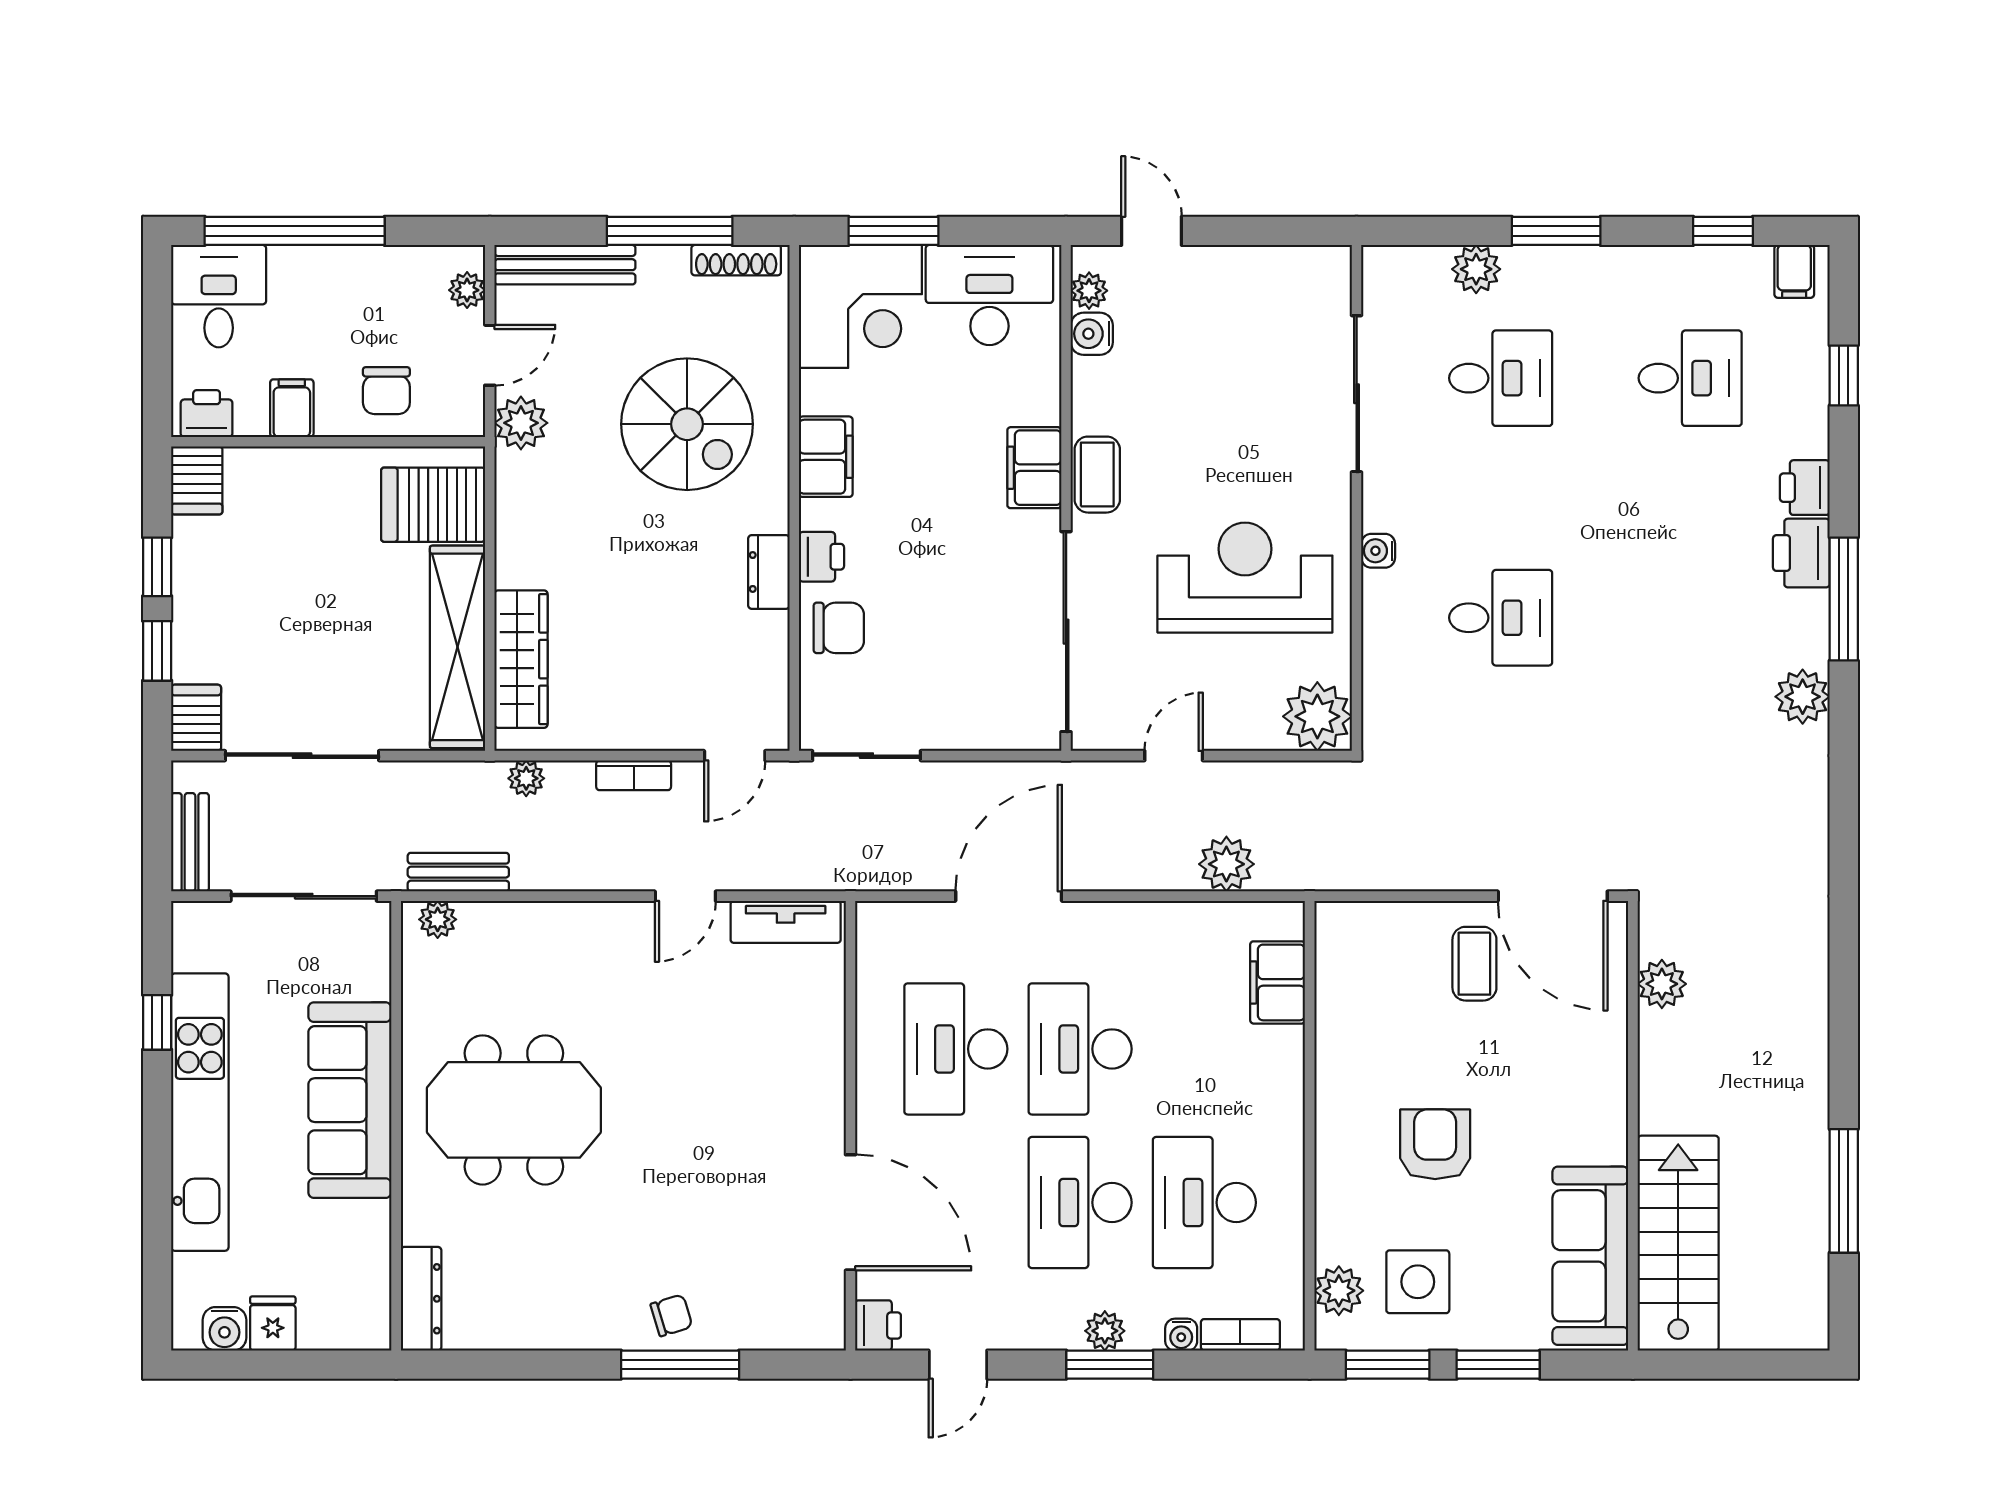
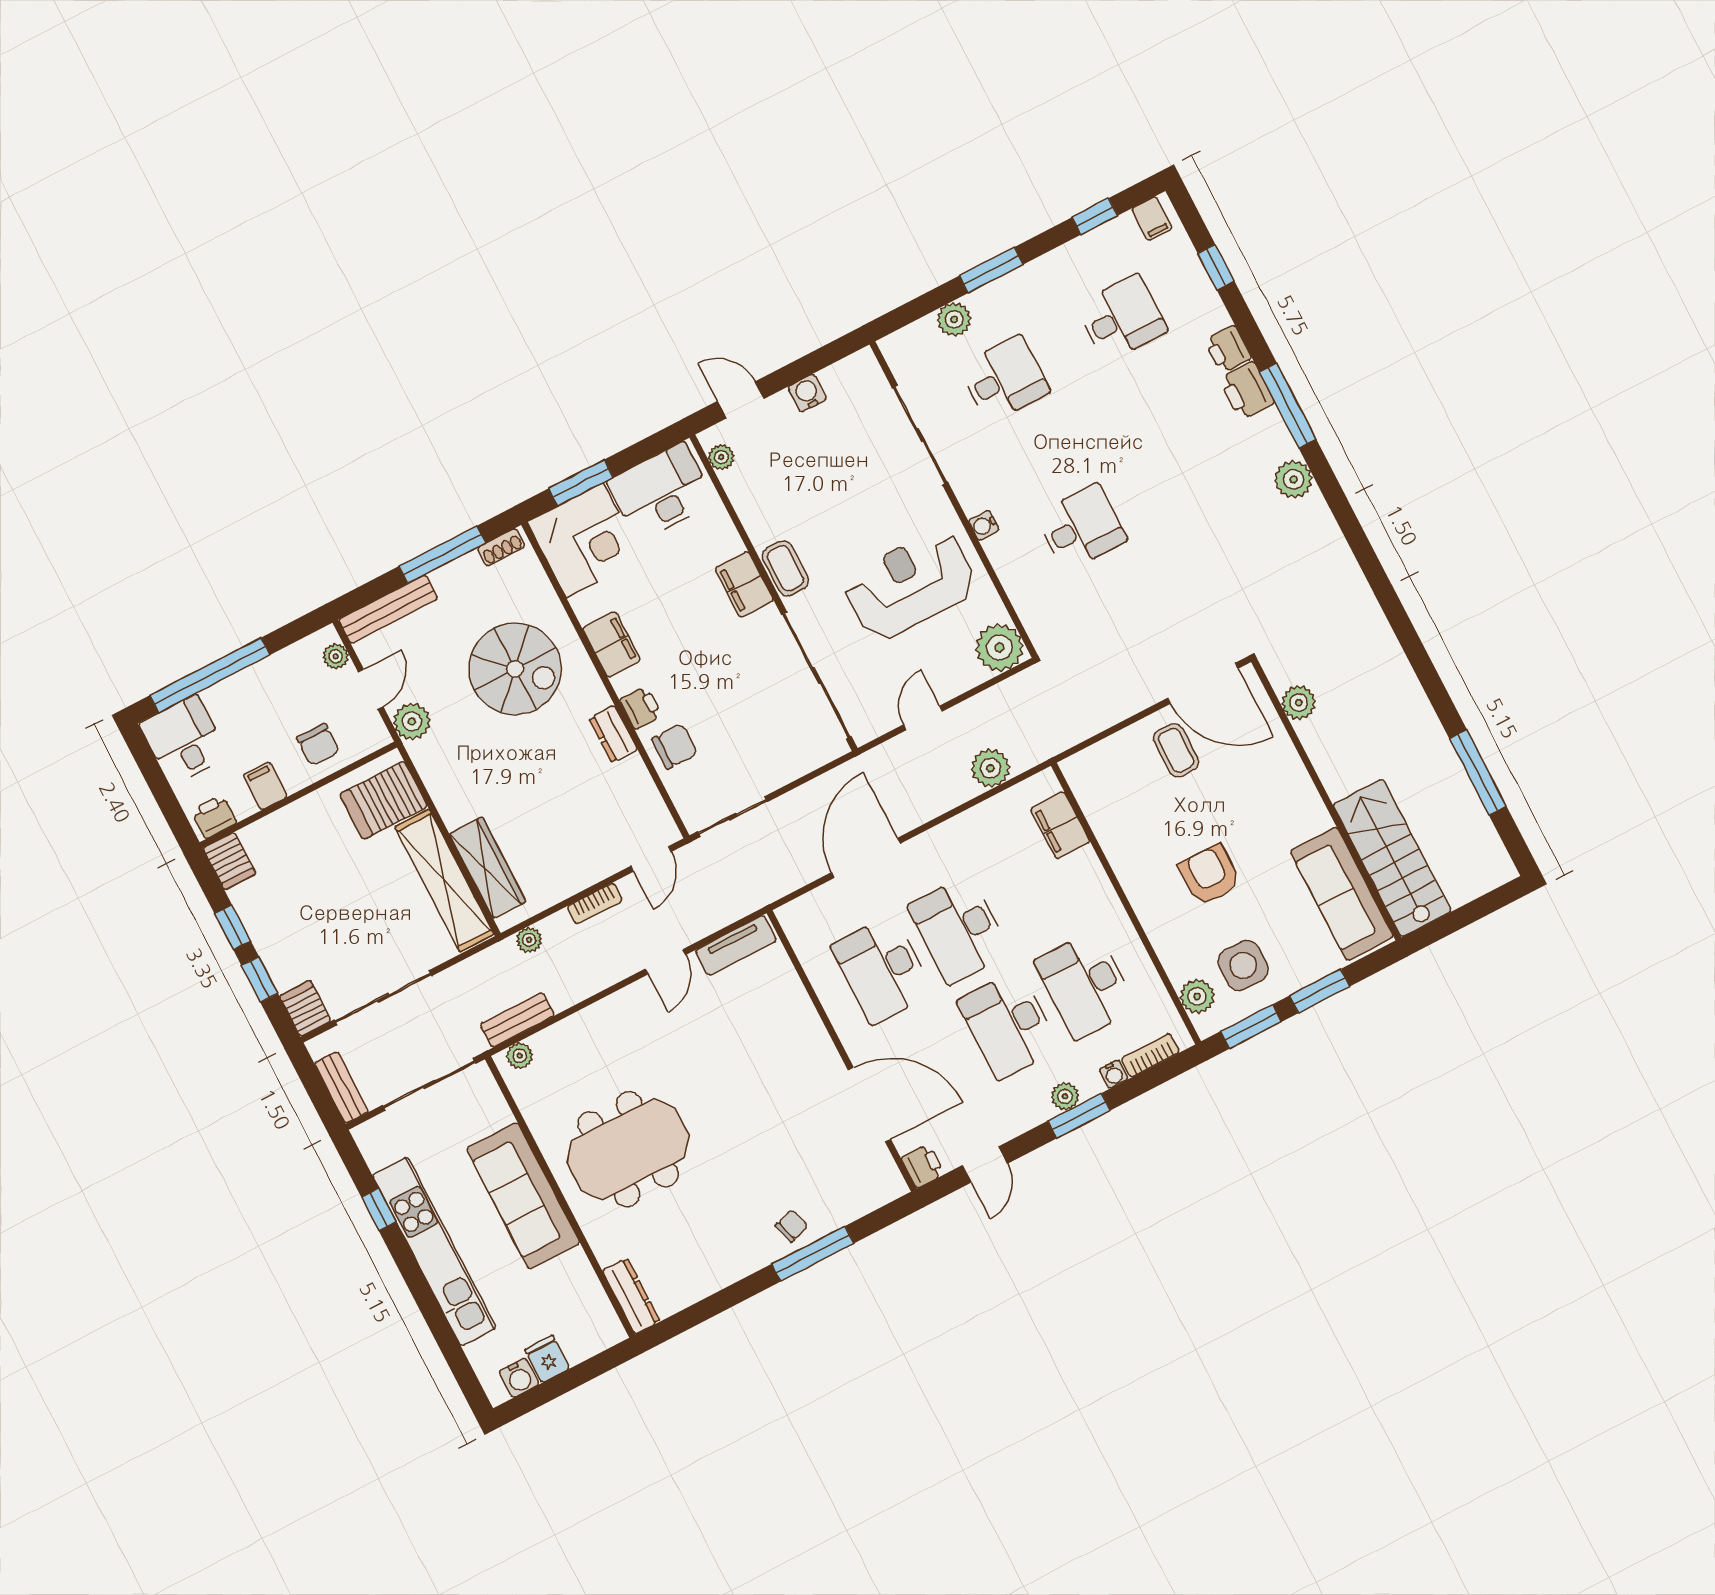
shoe rack: (736, 260) -> (501, 547), width x0.70
water cooler: (1092, 334) -> (807, 393), moved, turned 90

